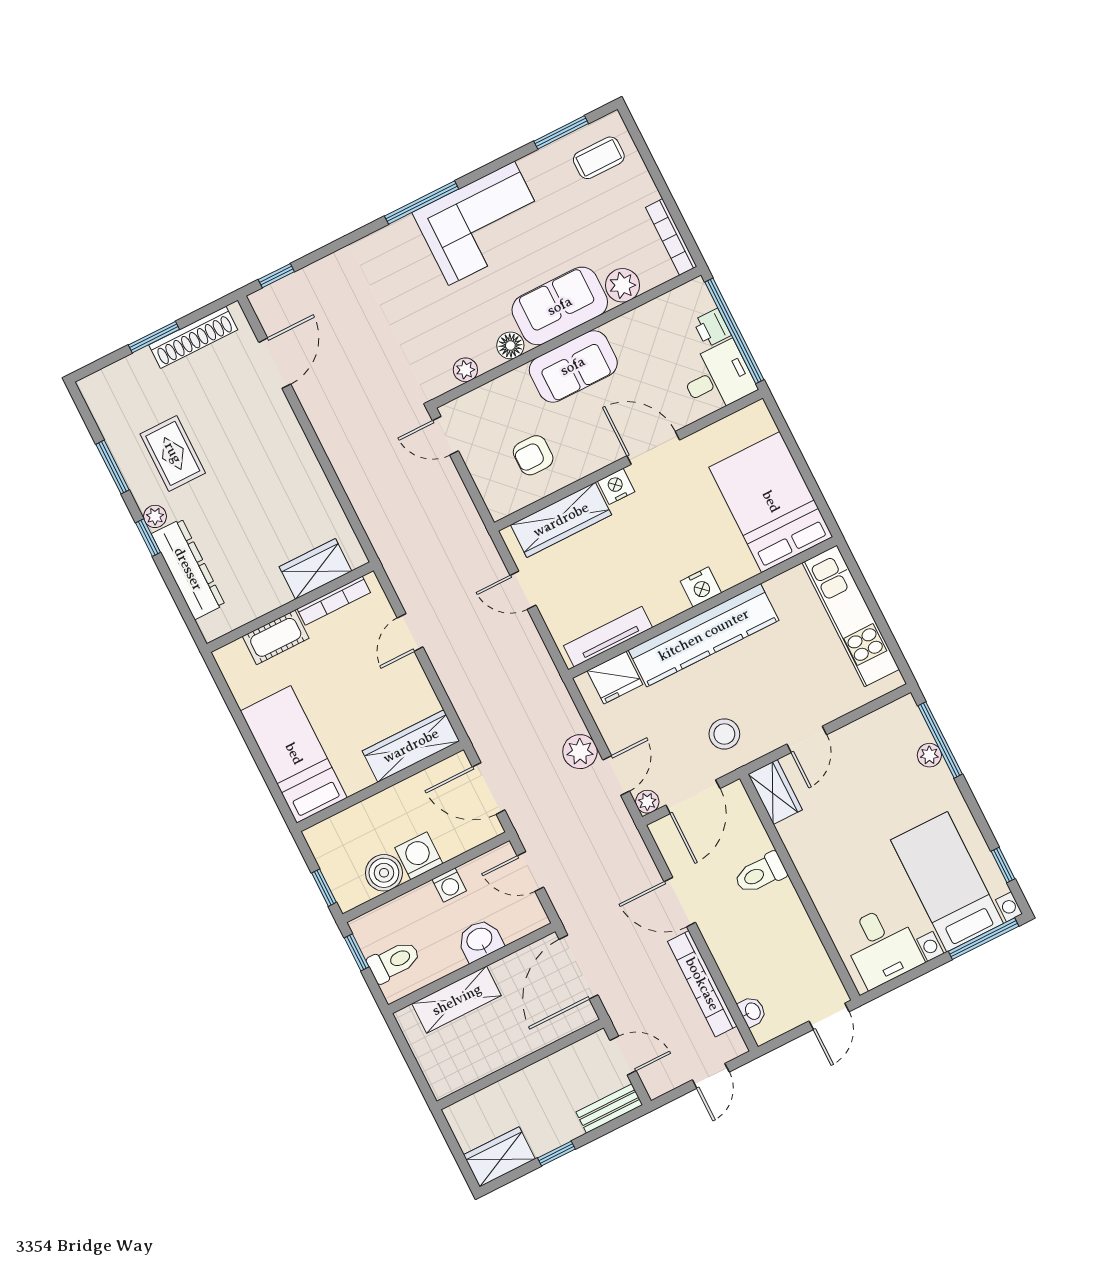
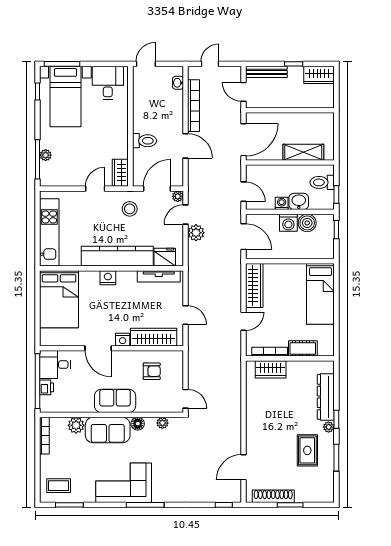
wardrobe: (411, 746) -> (254, 286), moved, turned -90
washbasin: (480, 940) -> (299, 201), moved, turned 180
bench: (609, 1108) -> (266, 72), width x1.36

